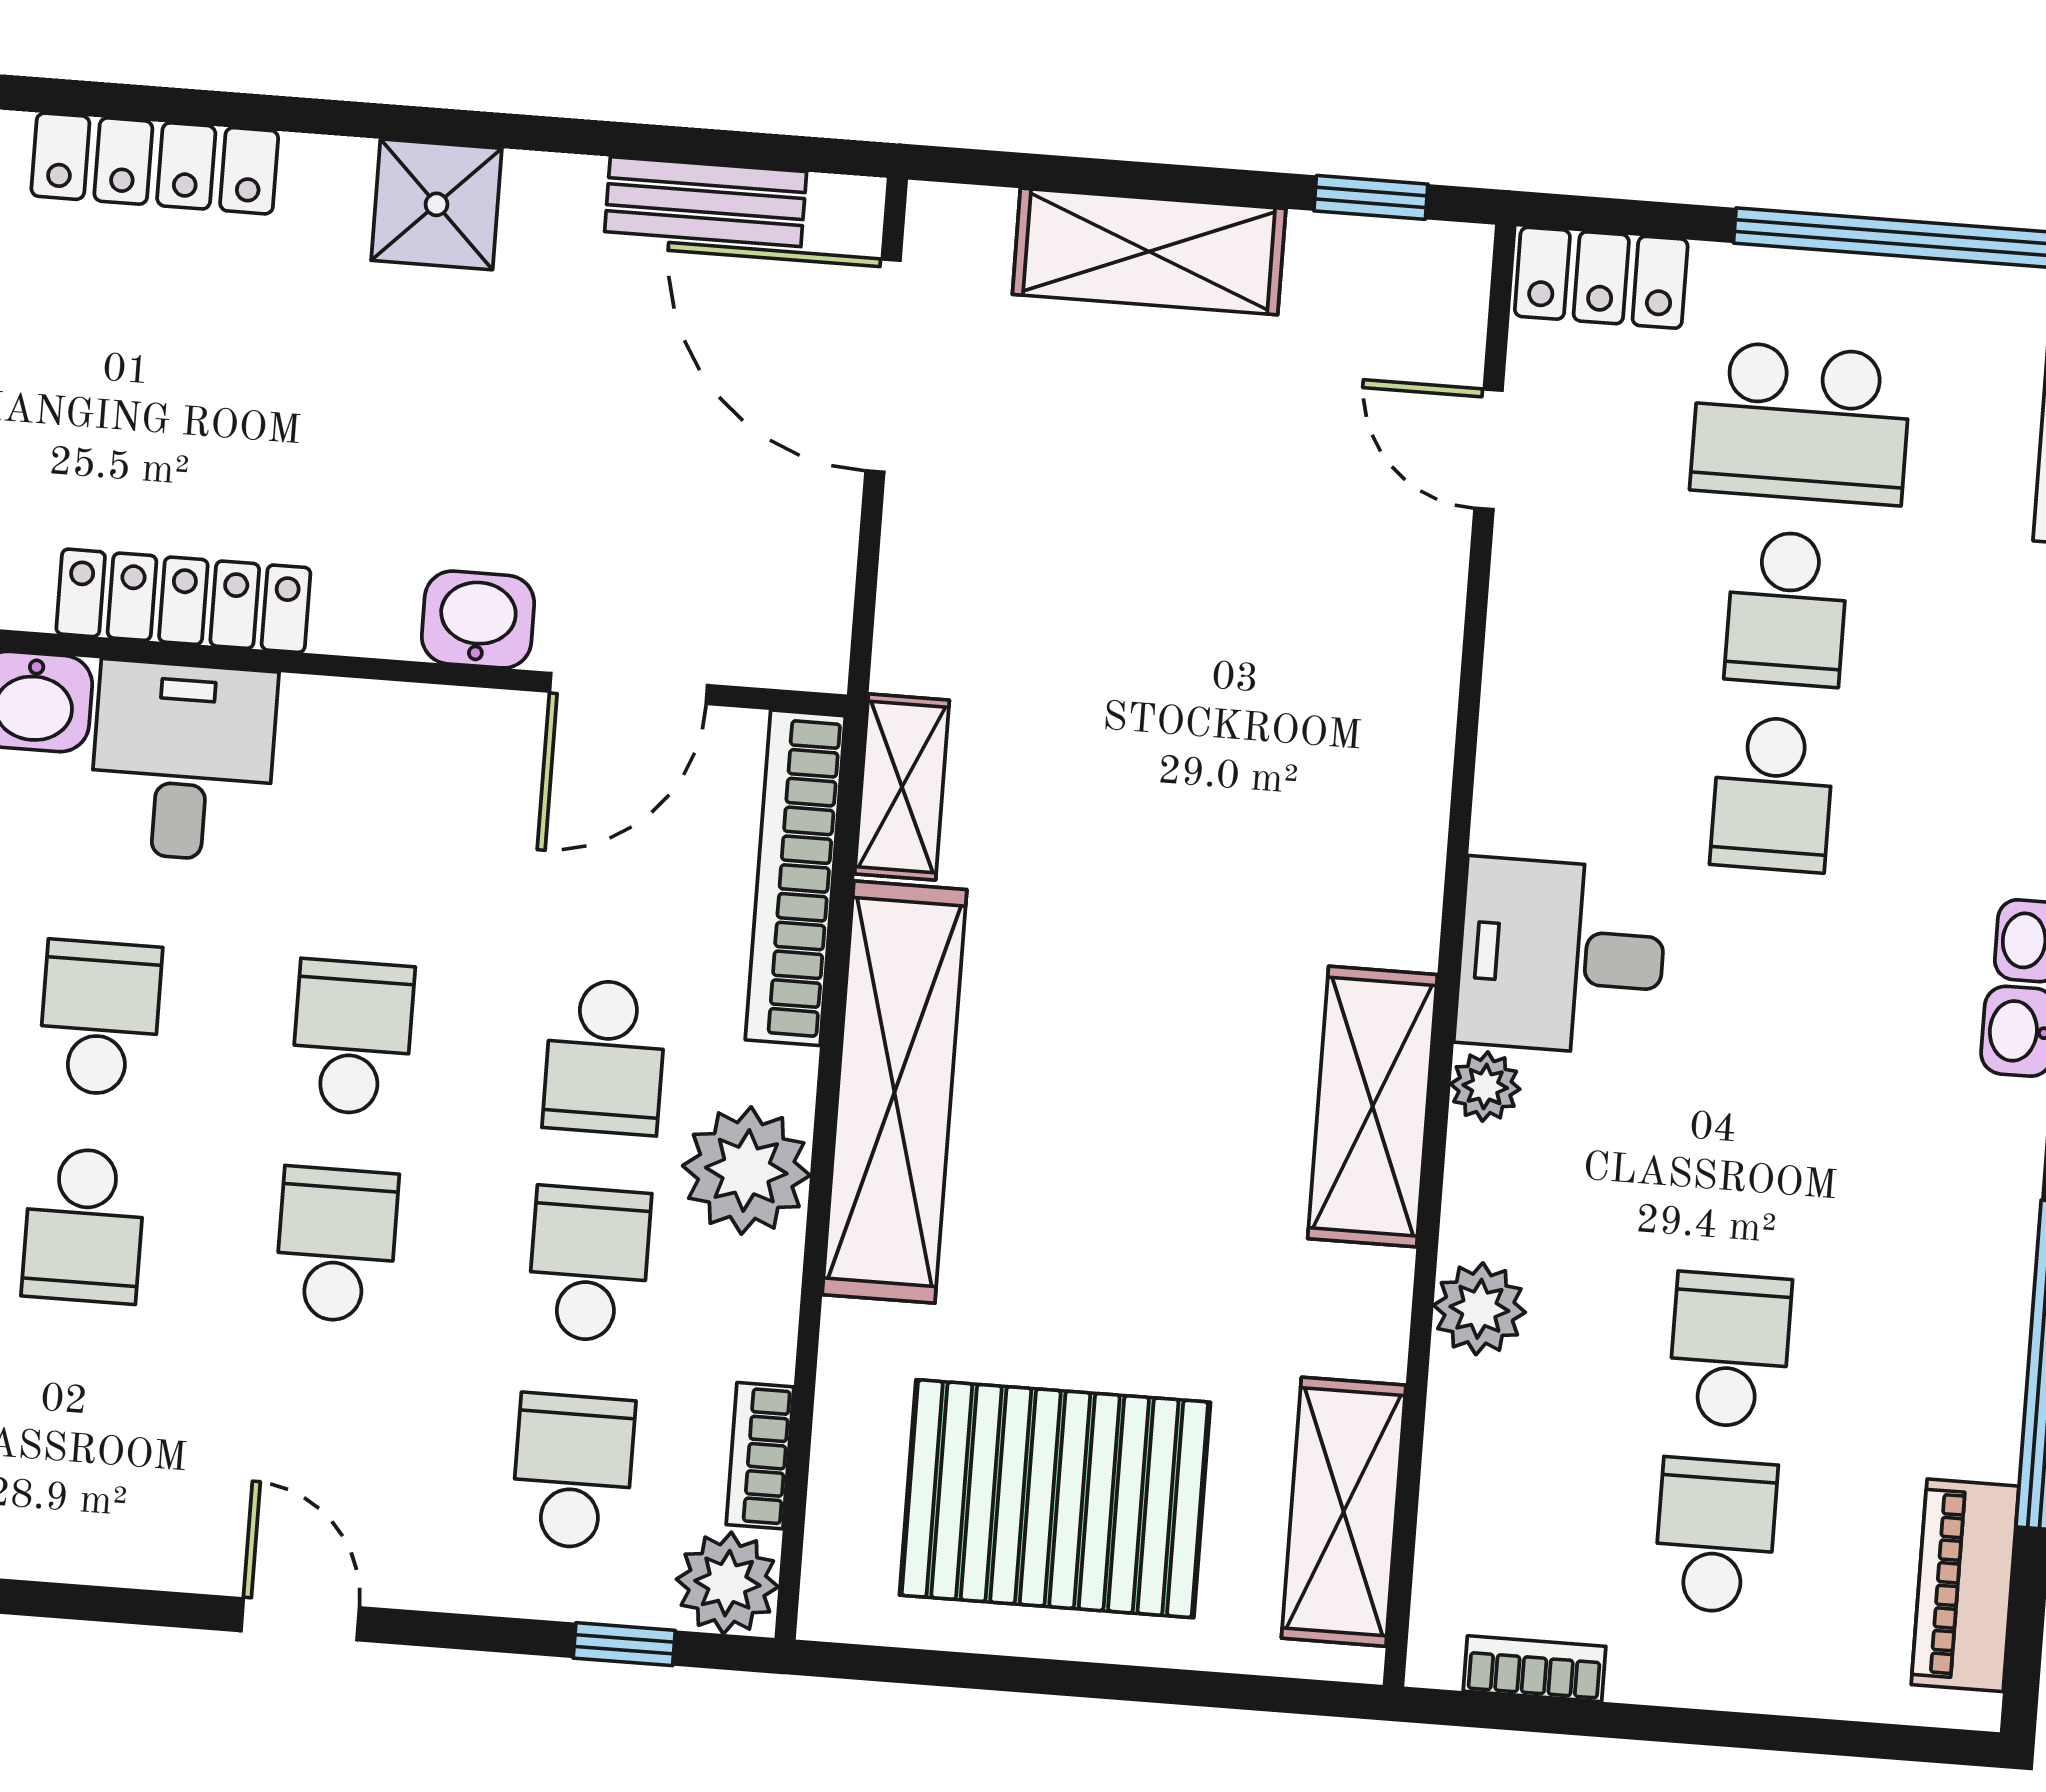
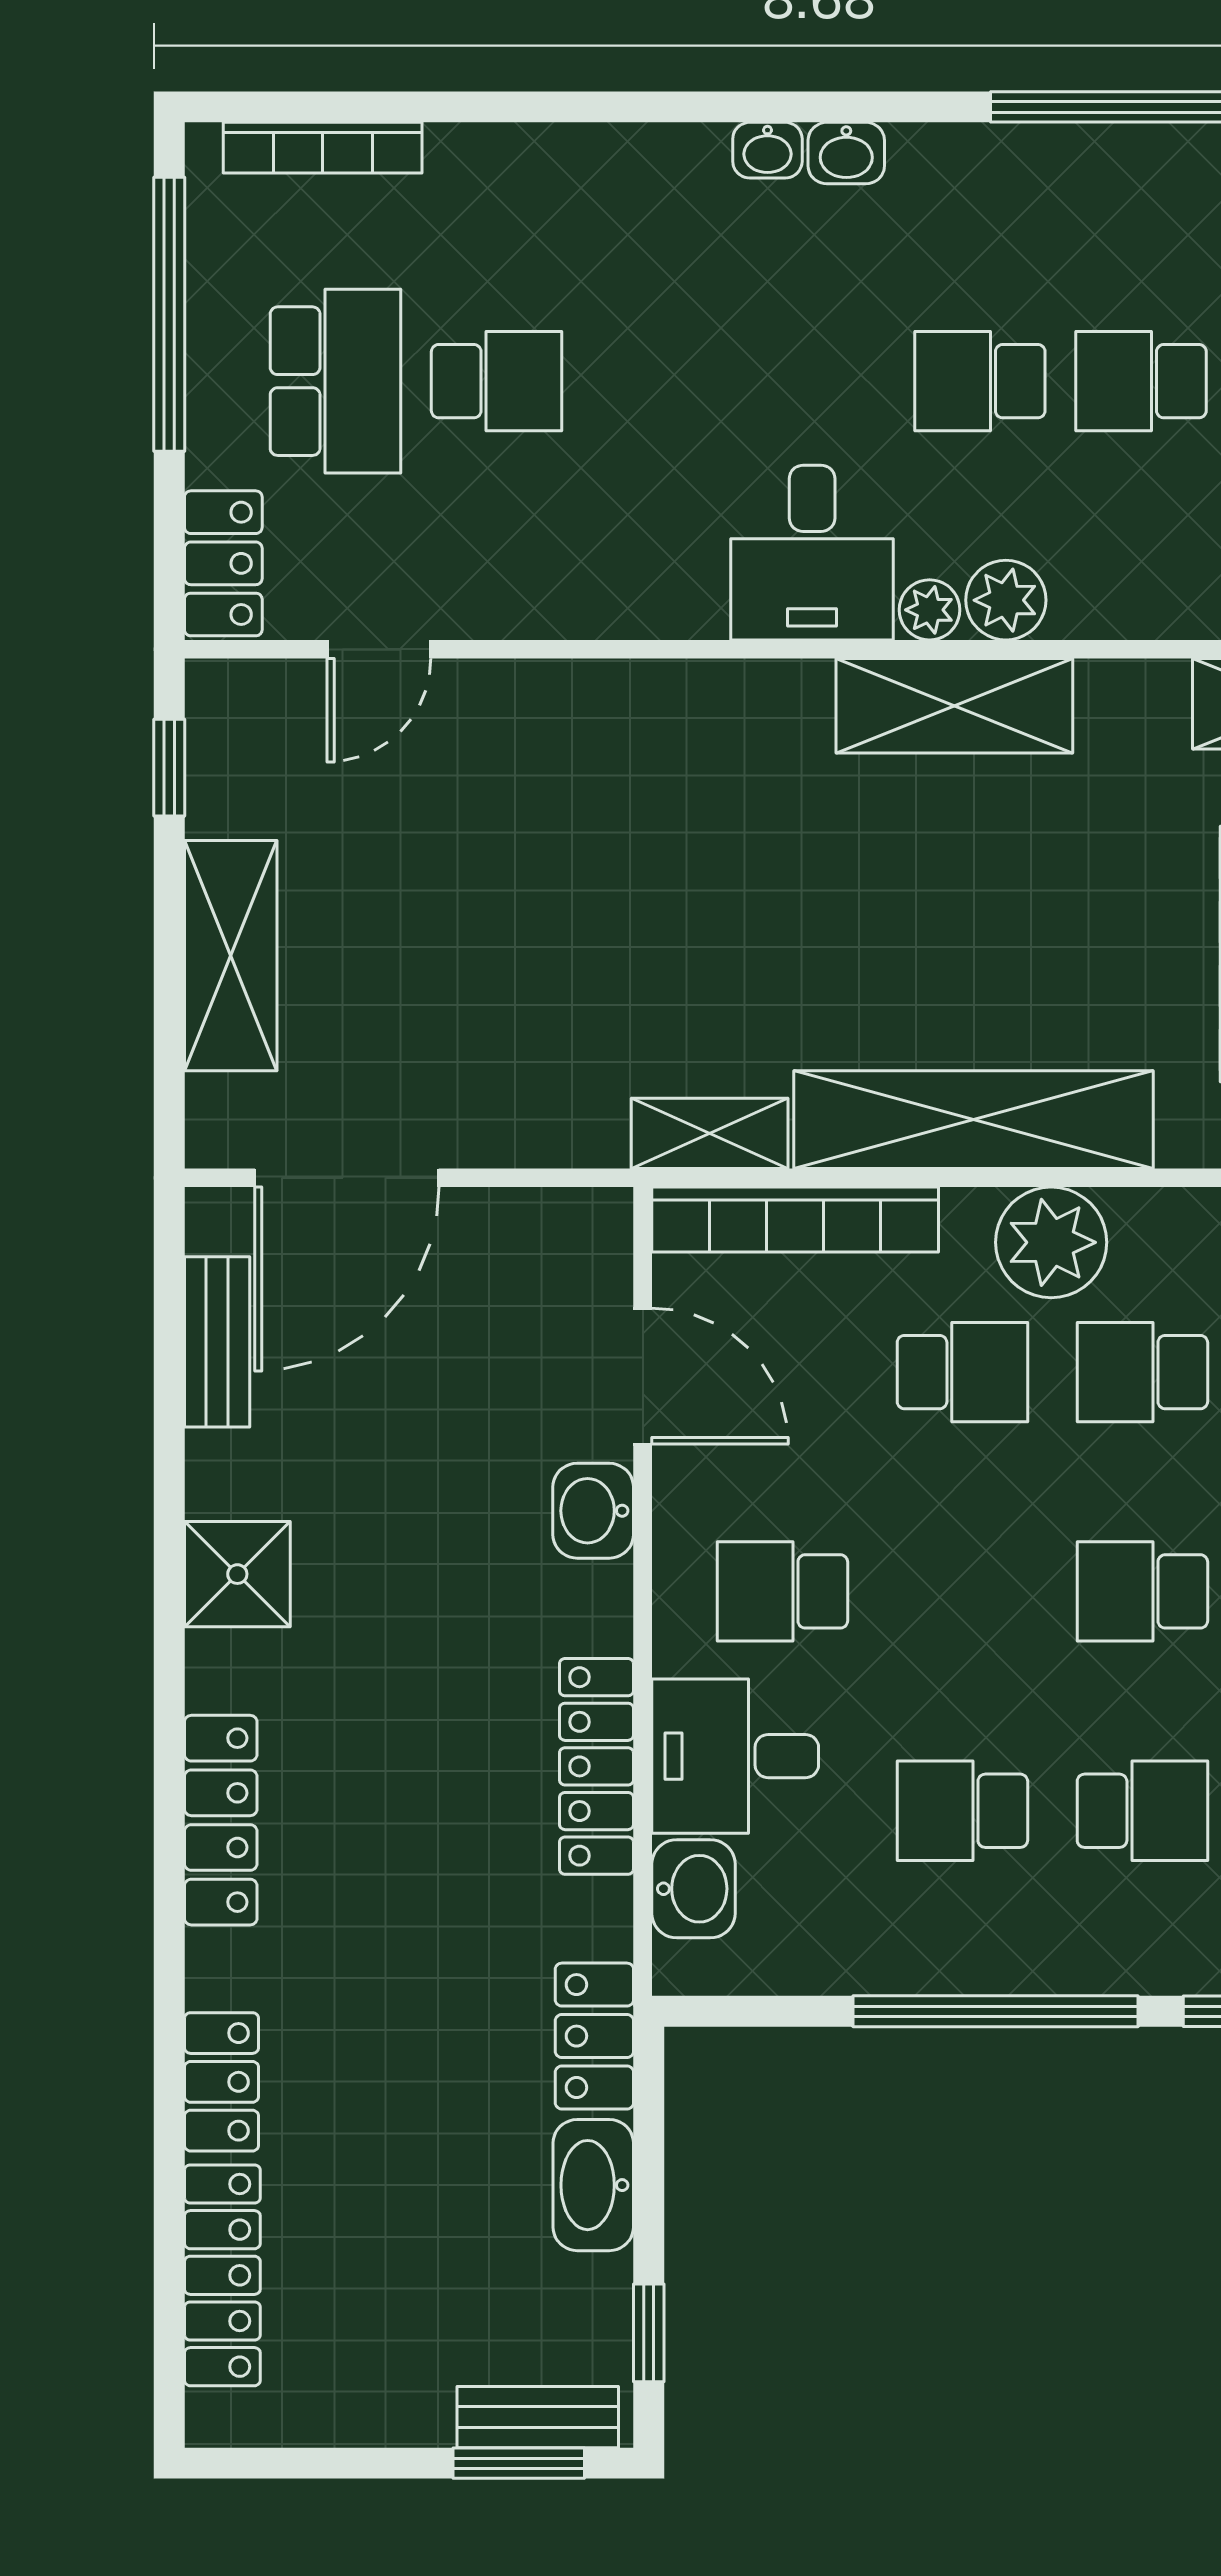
school desk: (1772, 794) -> (980, 381), moved, turned 180
school desk: (352, 1037) -> (782, 1591), moved
plant: (1479, 1309) -> (1006, 600), moved

